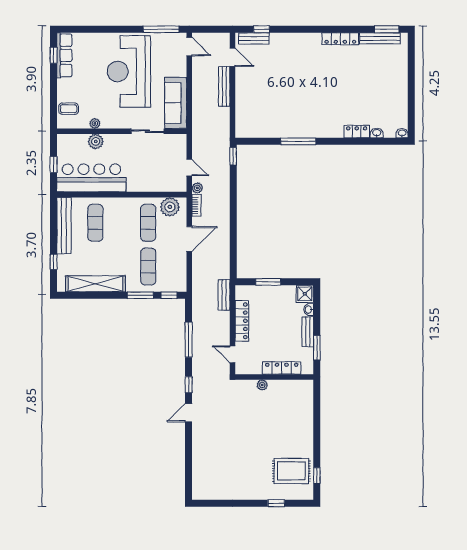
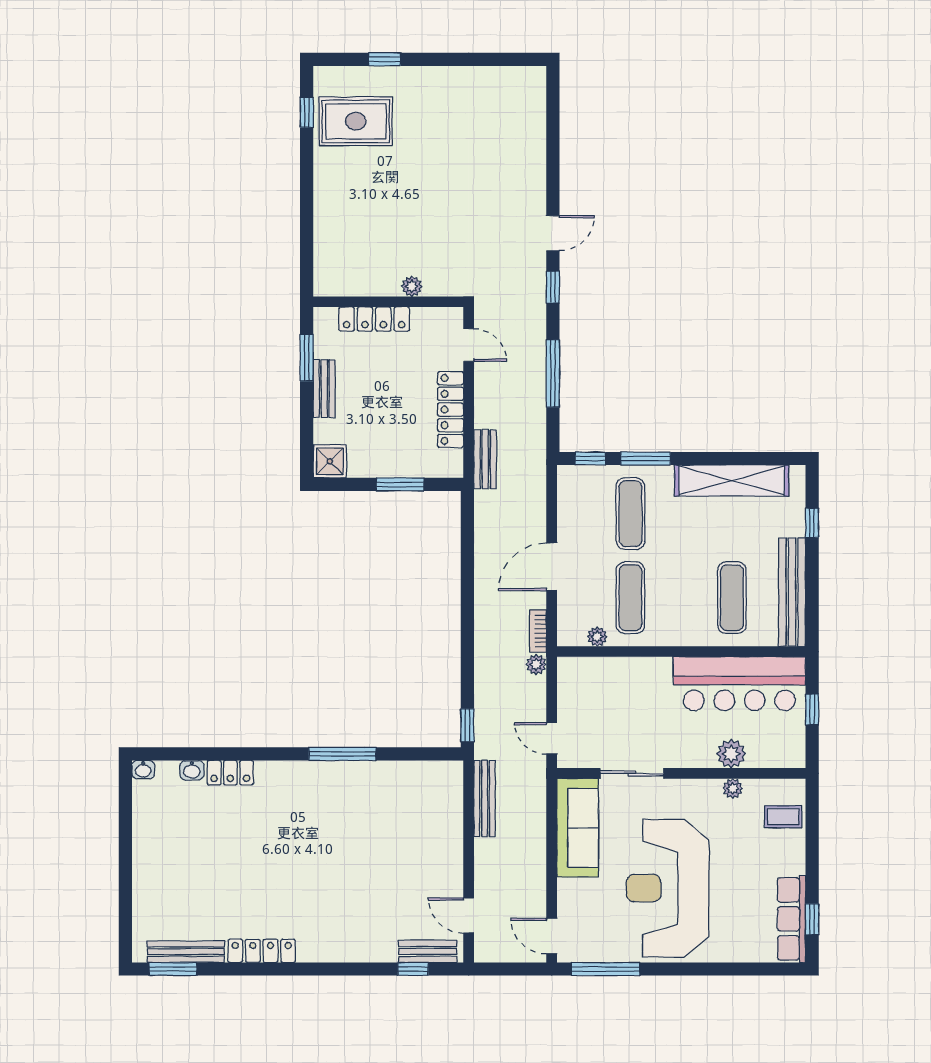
reception desk: (129, 71) -> (668, 888), turned 180
bench: (224, 86) -> (485, 799), moved
door: (189, 168) -> (552, 738), moved
plant: (170, 207) -> (597, 637), width x0.53, depth x0.53
washbasin: (309, 310) -> (323, 431), removed

